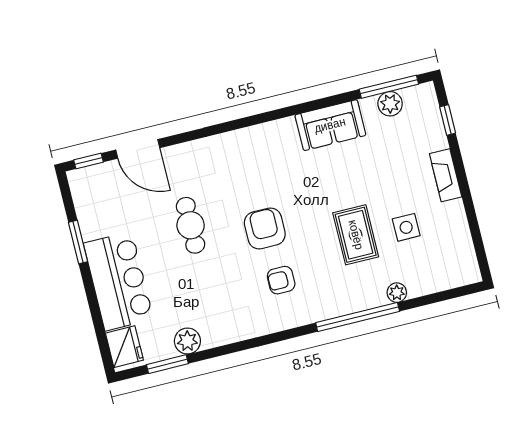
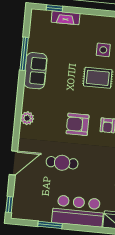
window: (389, 87) -> (24, 54), moved
plant: (390, 104) -> (27, 118), moved
door: (138, 149) -> (13, 163), moved
fireplace: (446, 175) -> (66, 18), moved

